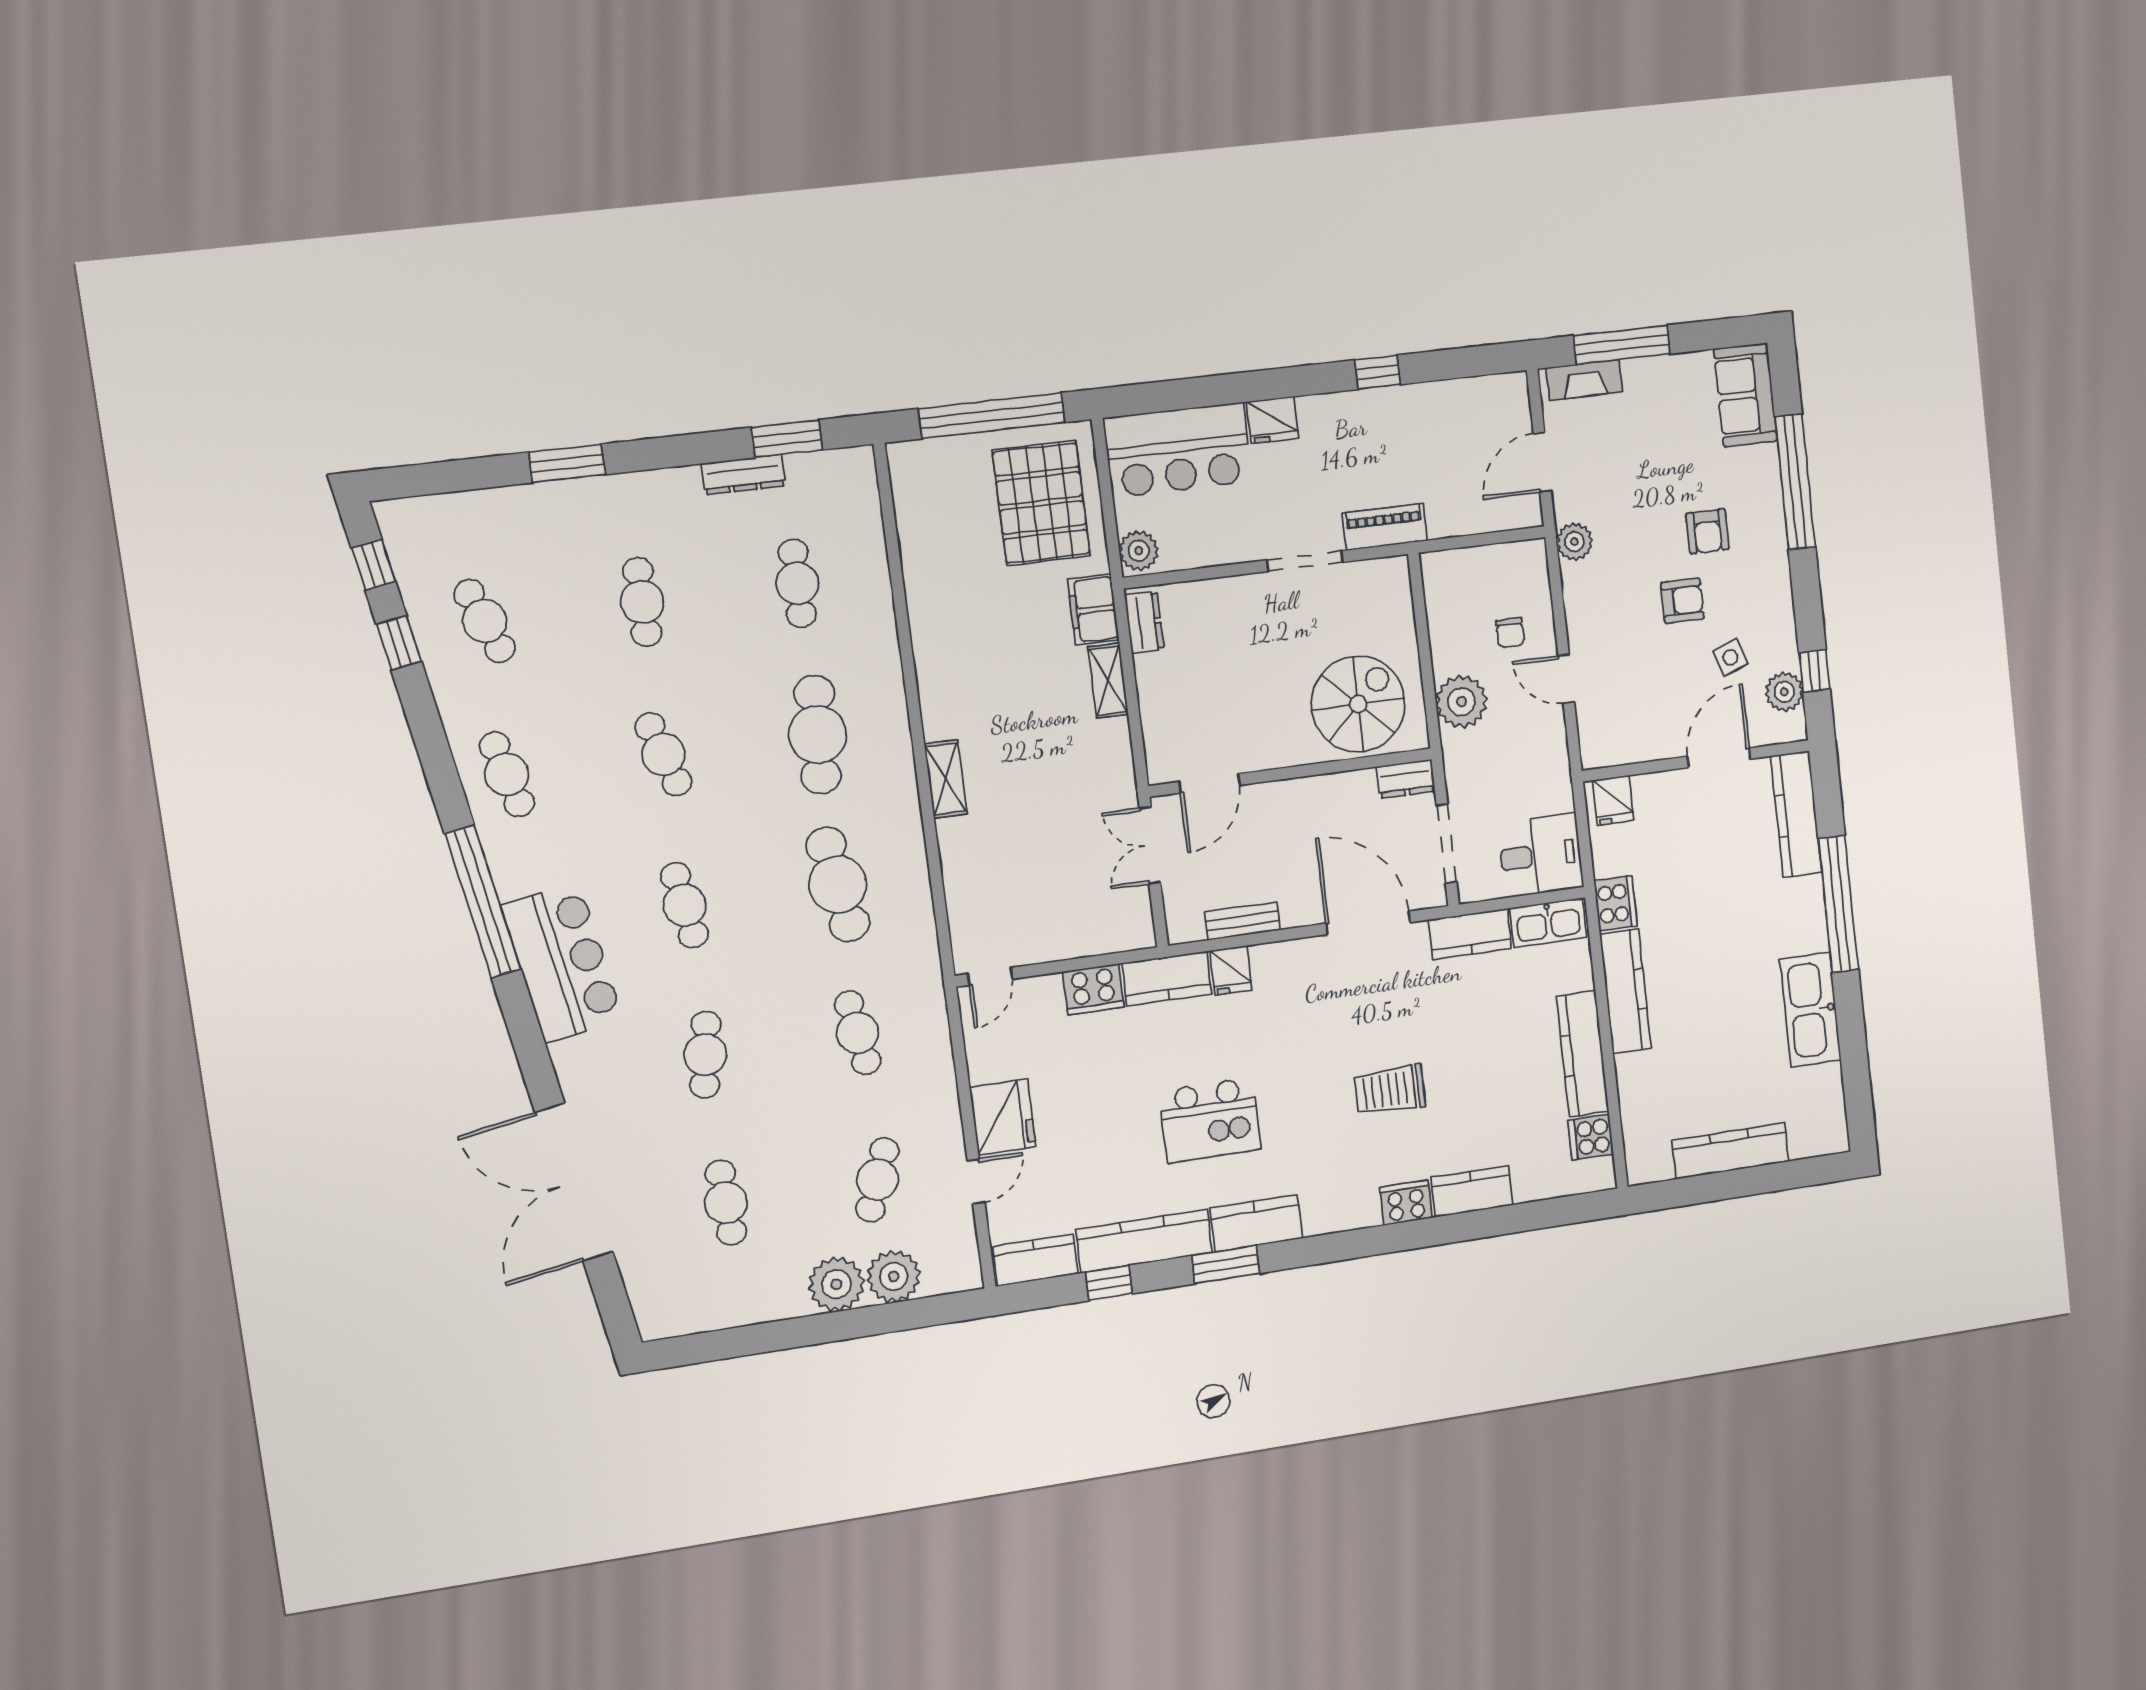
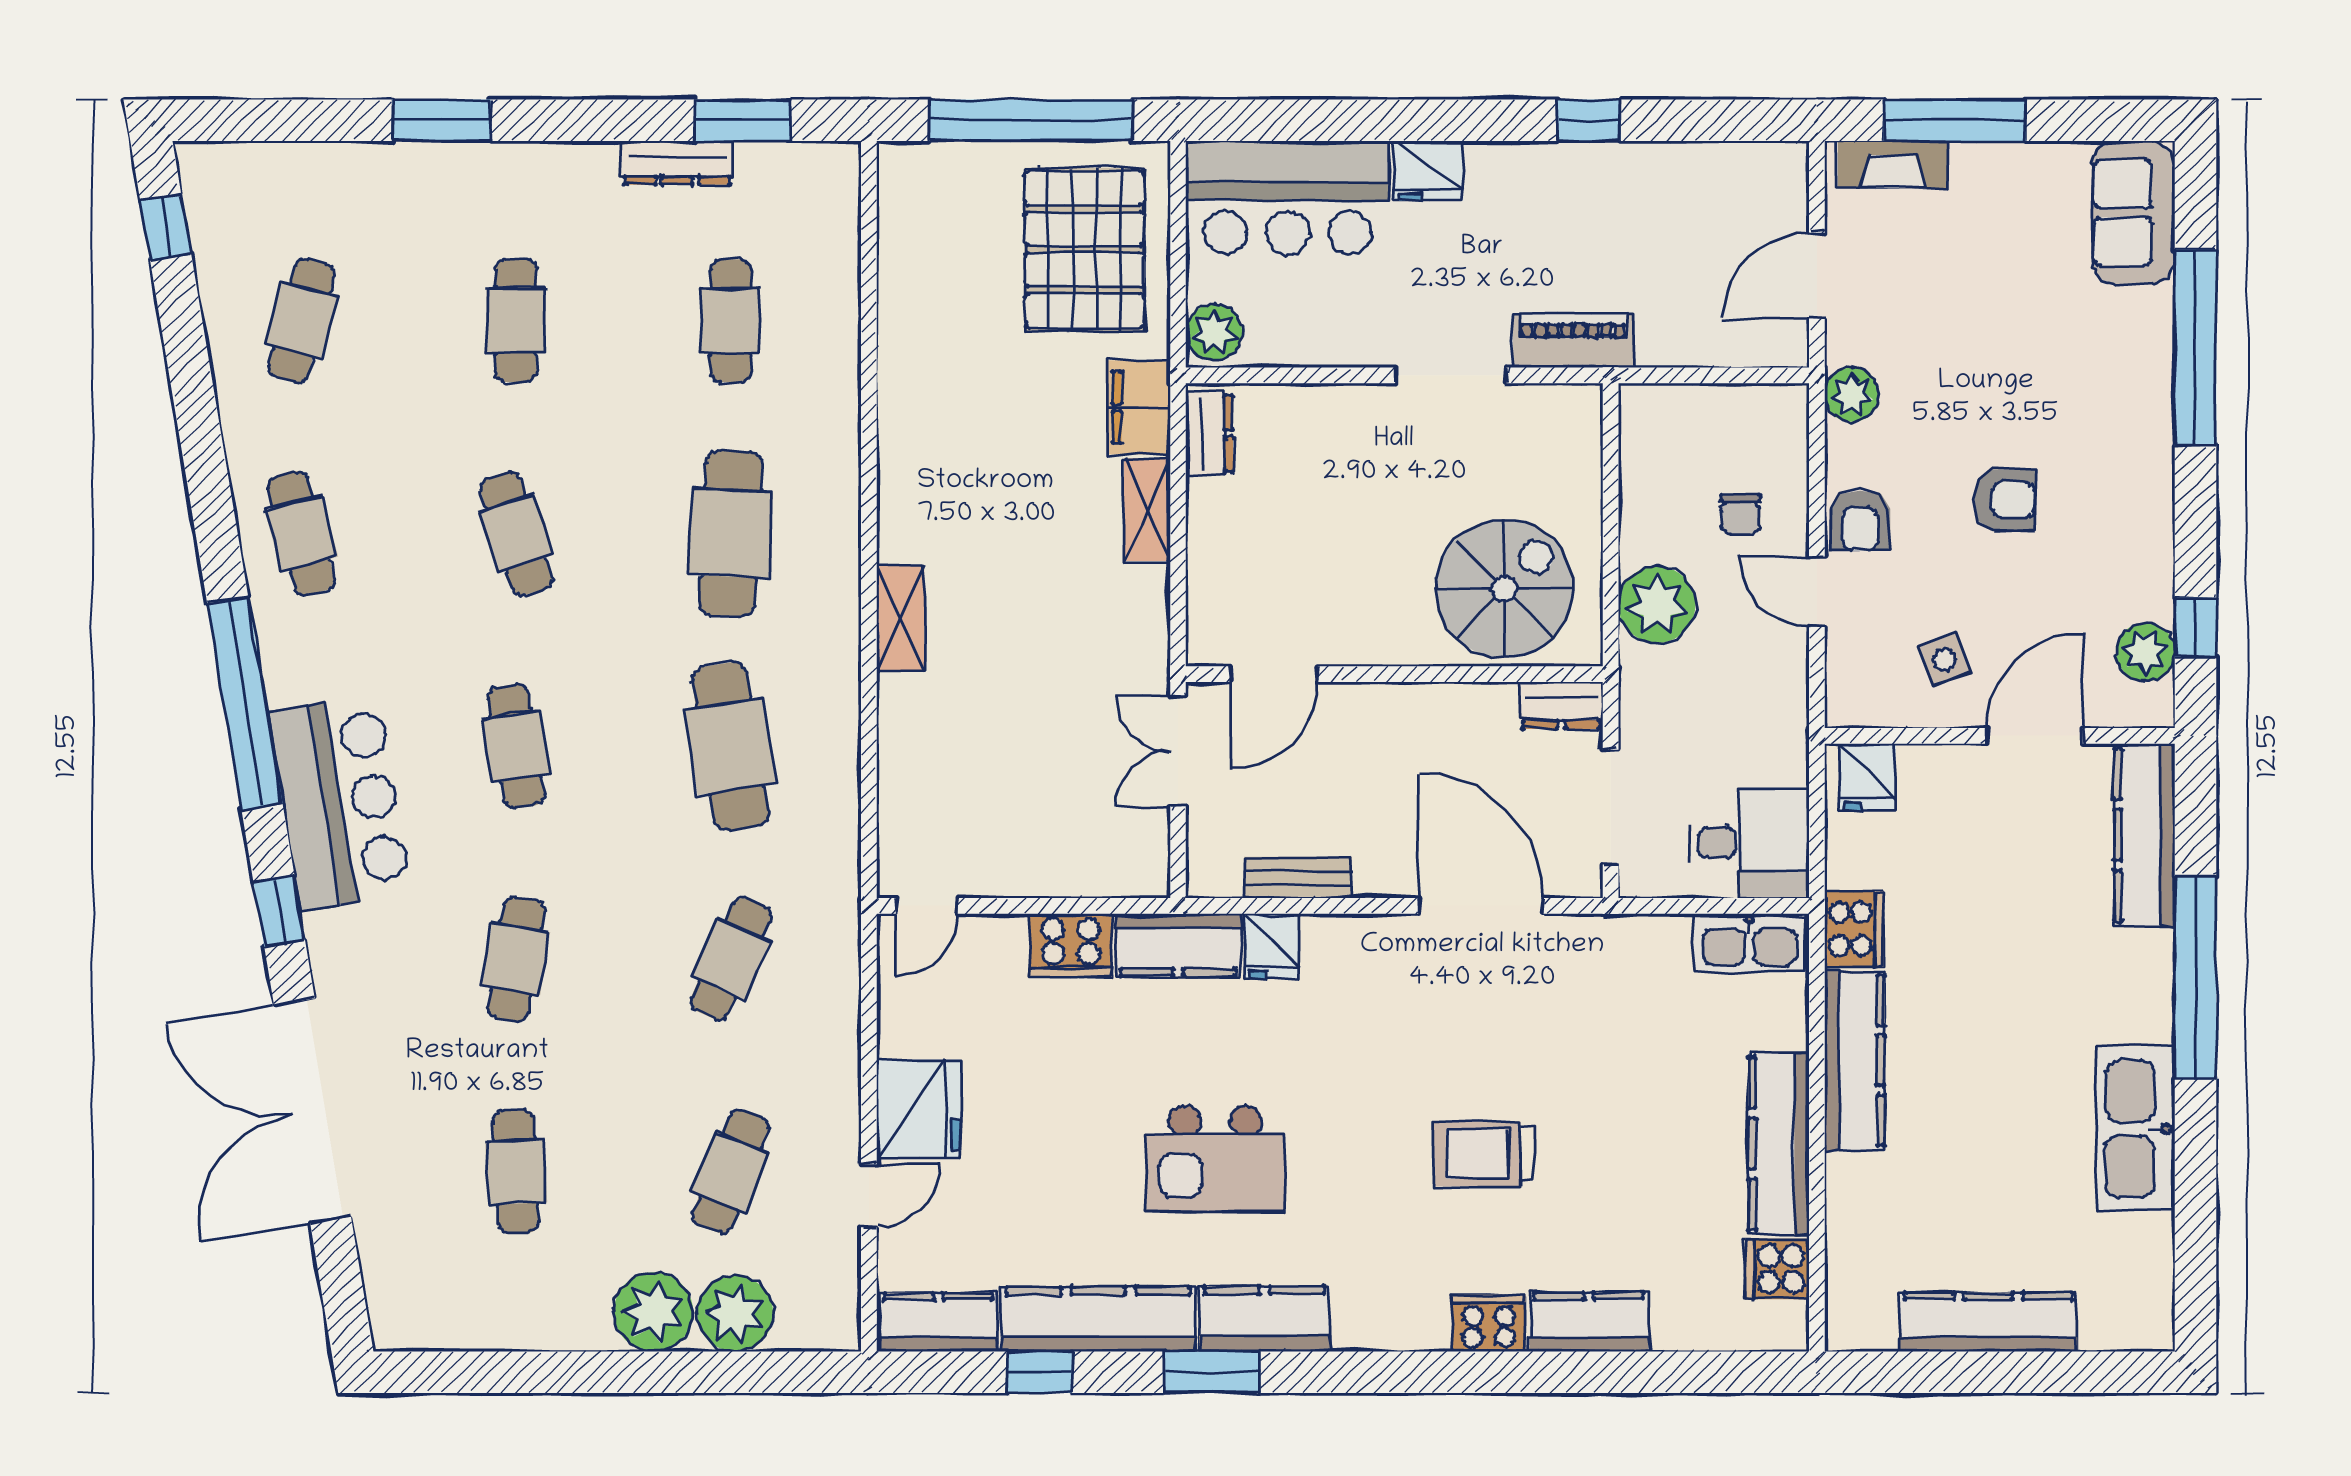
armchair: (1707, 531) -> (1860, 521), moved
cafe table: (485, 621) -> (301, 321), turned 36
window: (399, 643) -> (279, 911), moved
side table: (1730, 657) -> (1944, 660), moved
kitchen counter: (1470, 934) -> (1630, 943), removed
cafe table: (858, 1033) -> (731, 959), turned 33

